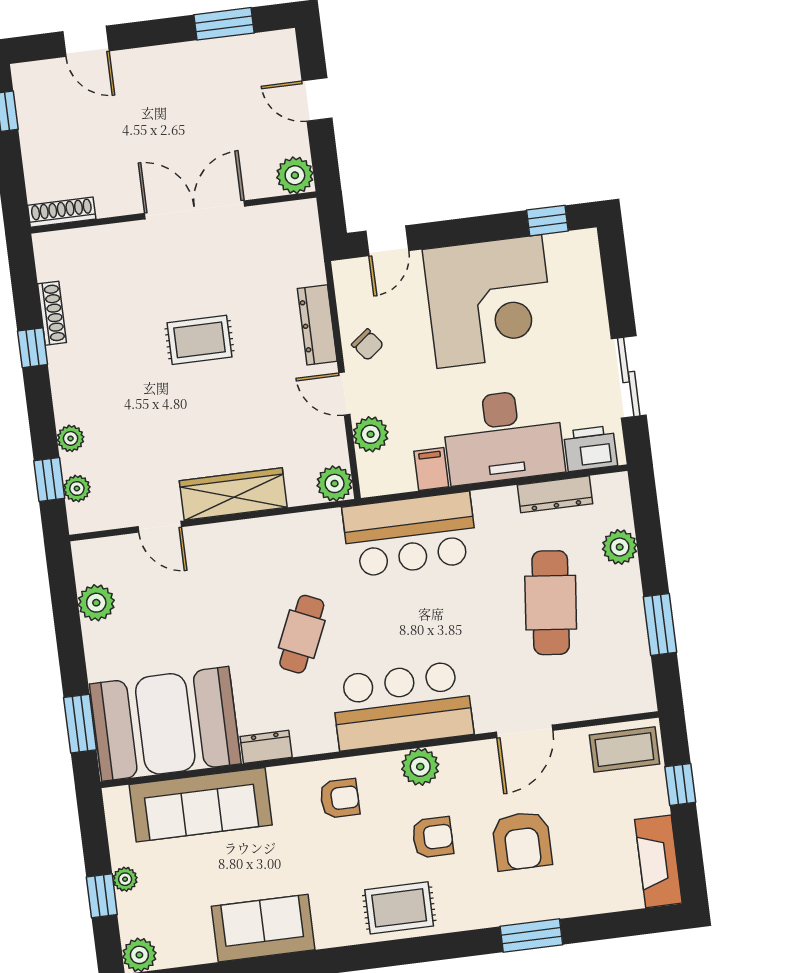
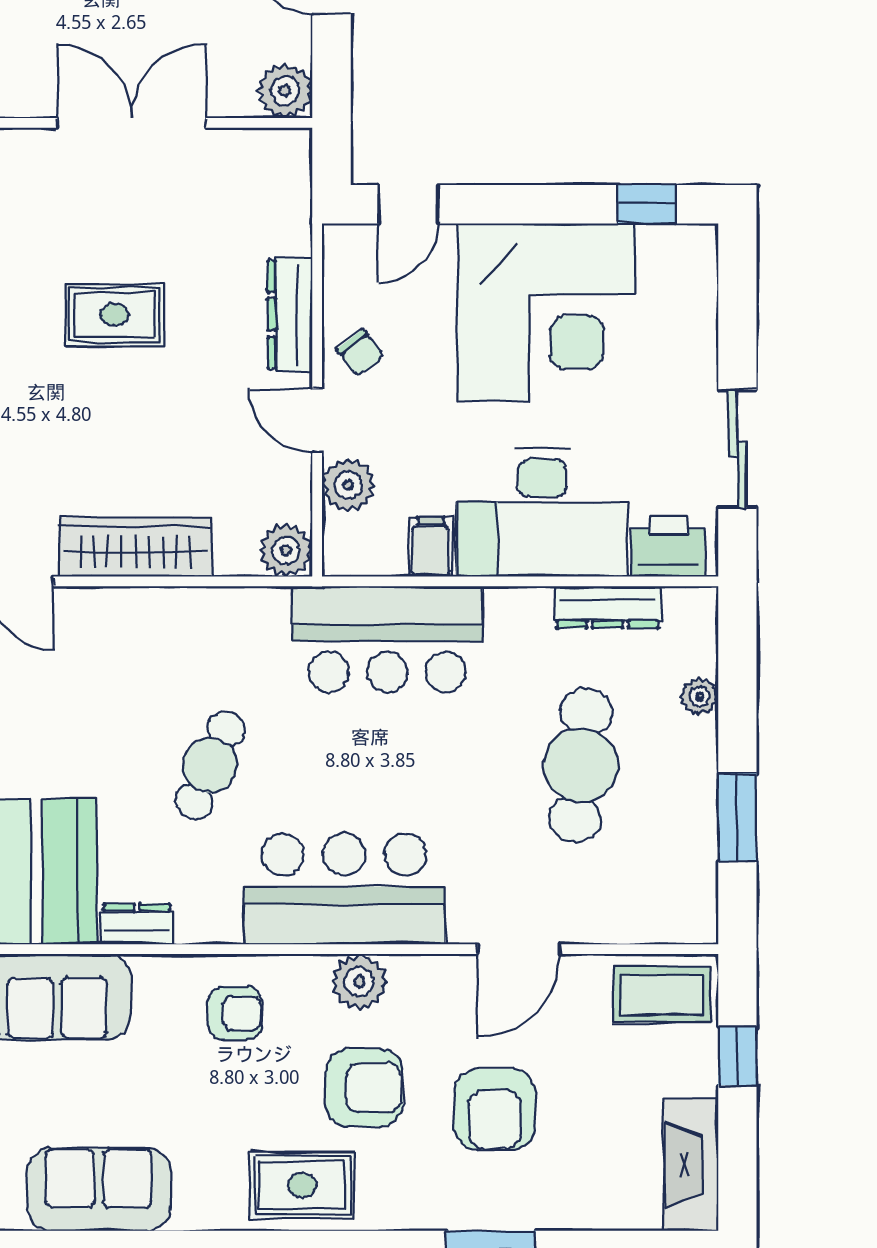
plant: (620, 547) -> (700, 696), width x0.73, depth x0.73
armchair: (433, 837) -> (364, 1088), width x1.38, depth x1.38

